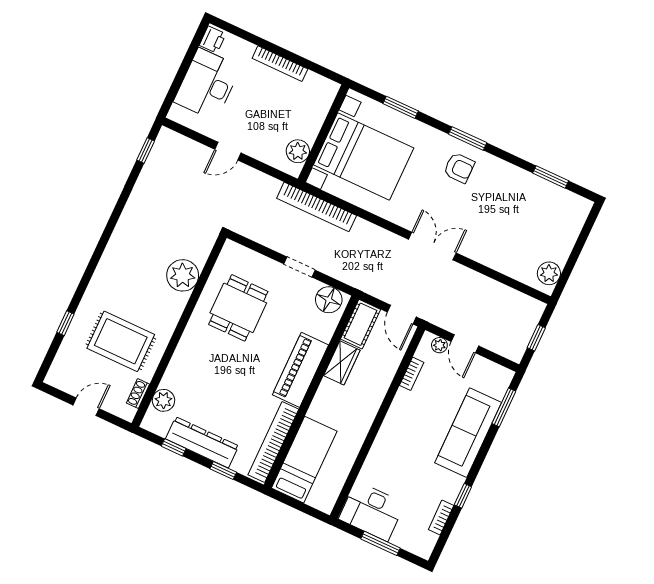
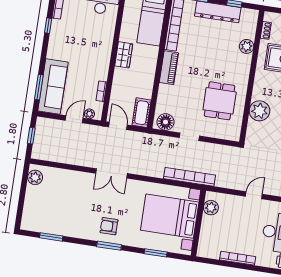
door: (465, 344) -> (74, 119), hinge flipped
wardrobe: (342, 363) -> (124, 55), moved, turned 180
piano: (300, 370) -> (169, 68), width x0.73, depth x0.75
plant: (163, 400) -> (247, 46), moved
sofa: (468, 433) -> (53, 86), moved

